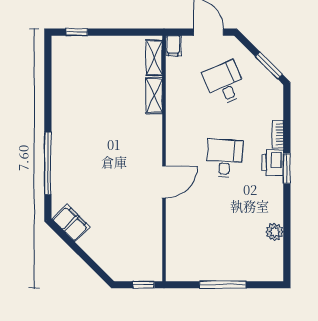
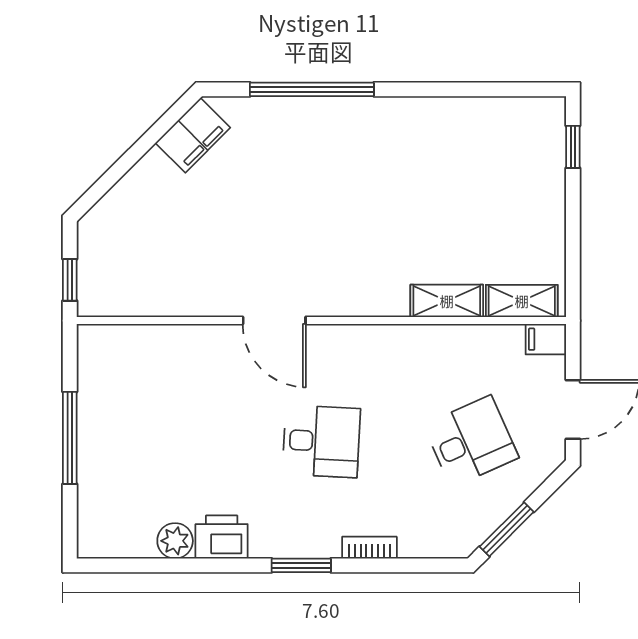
printer: (273, 163) -> (222, 537), moved

